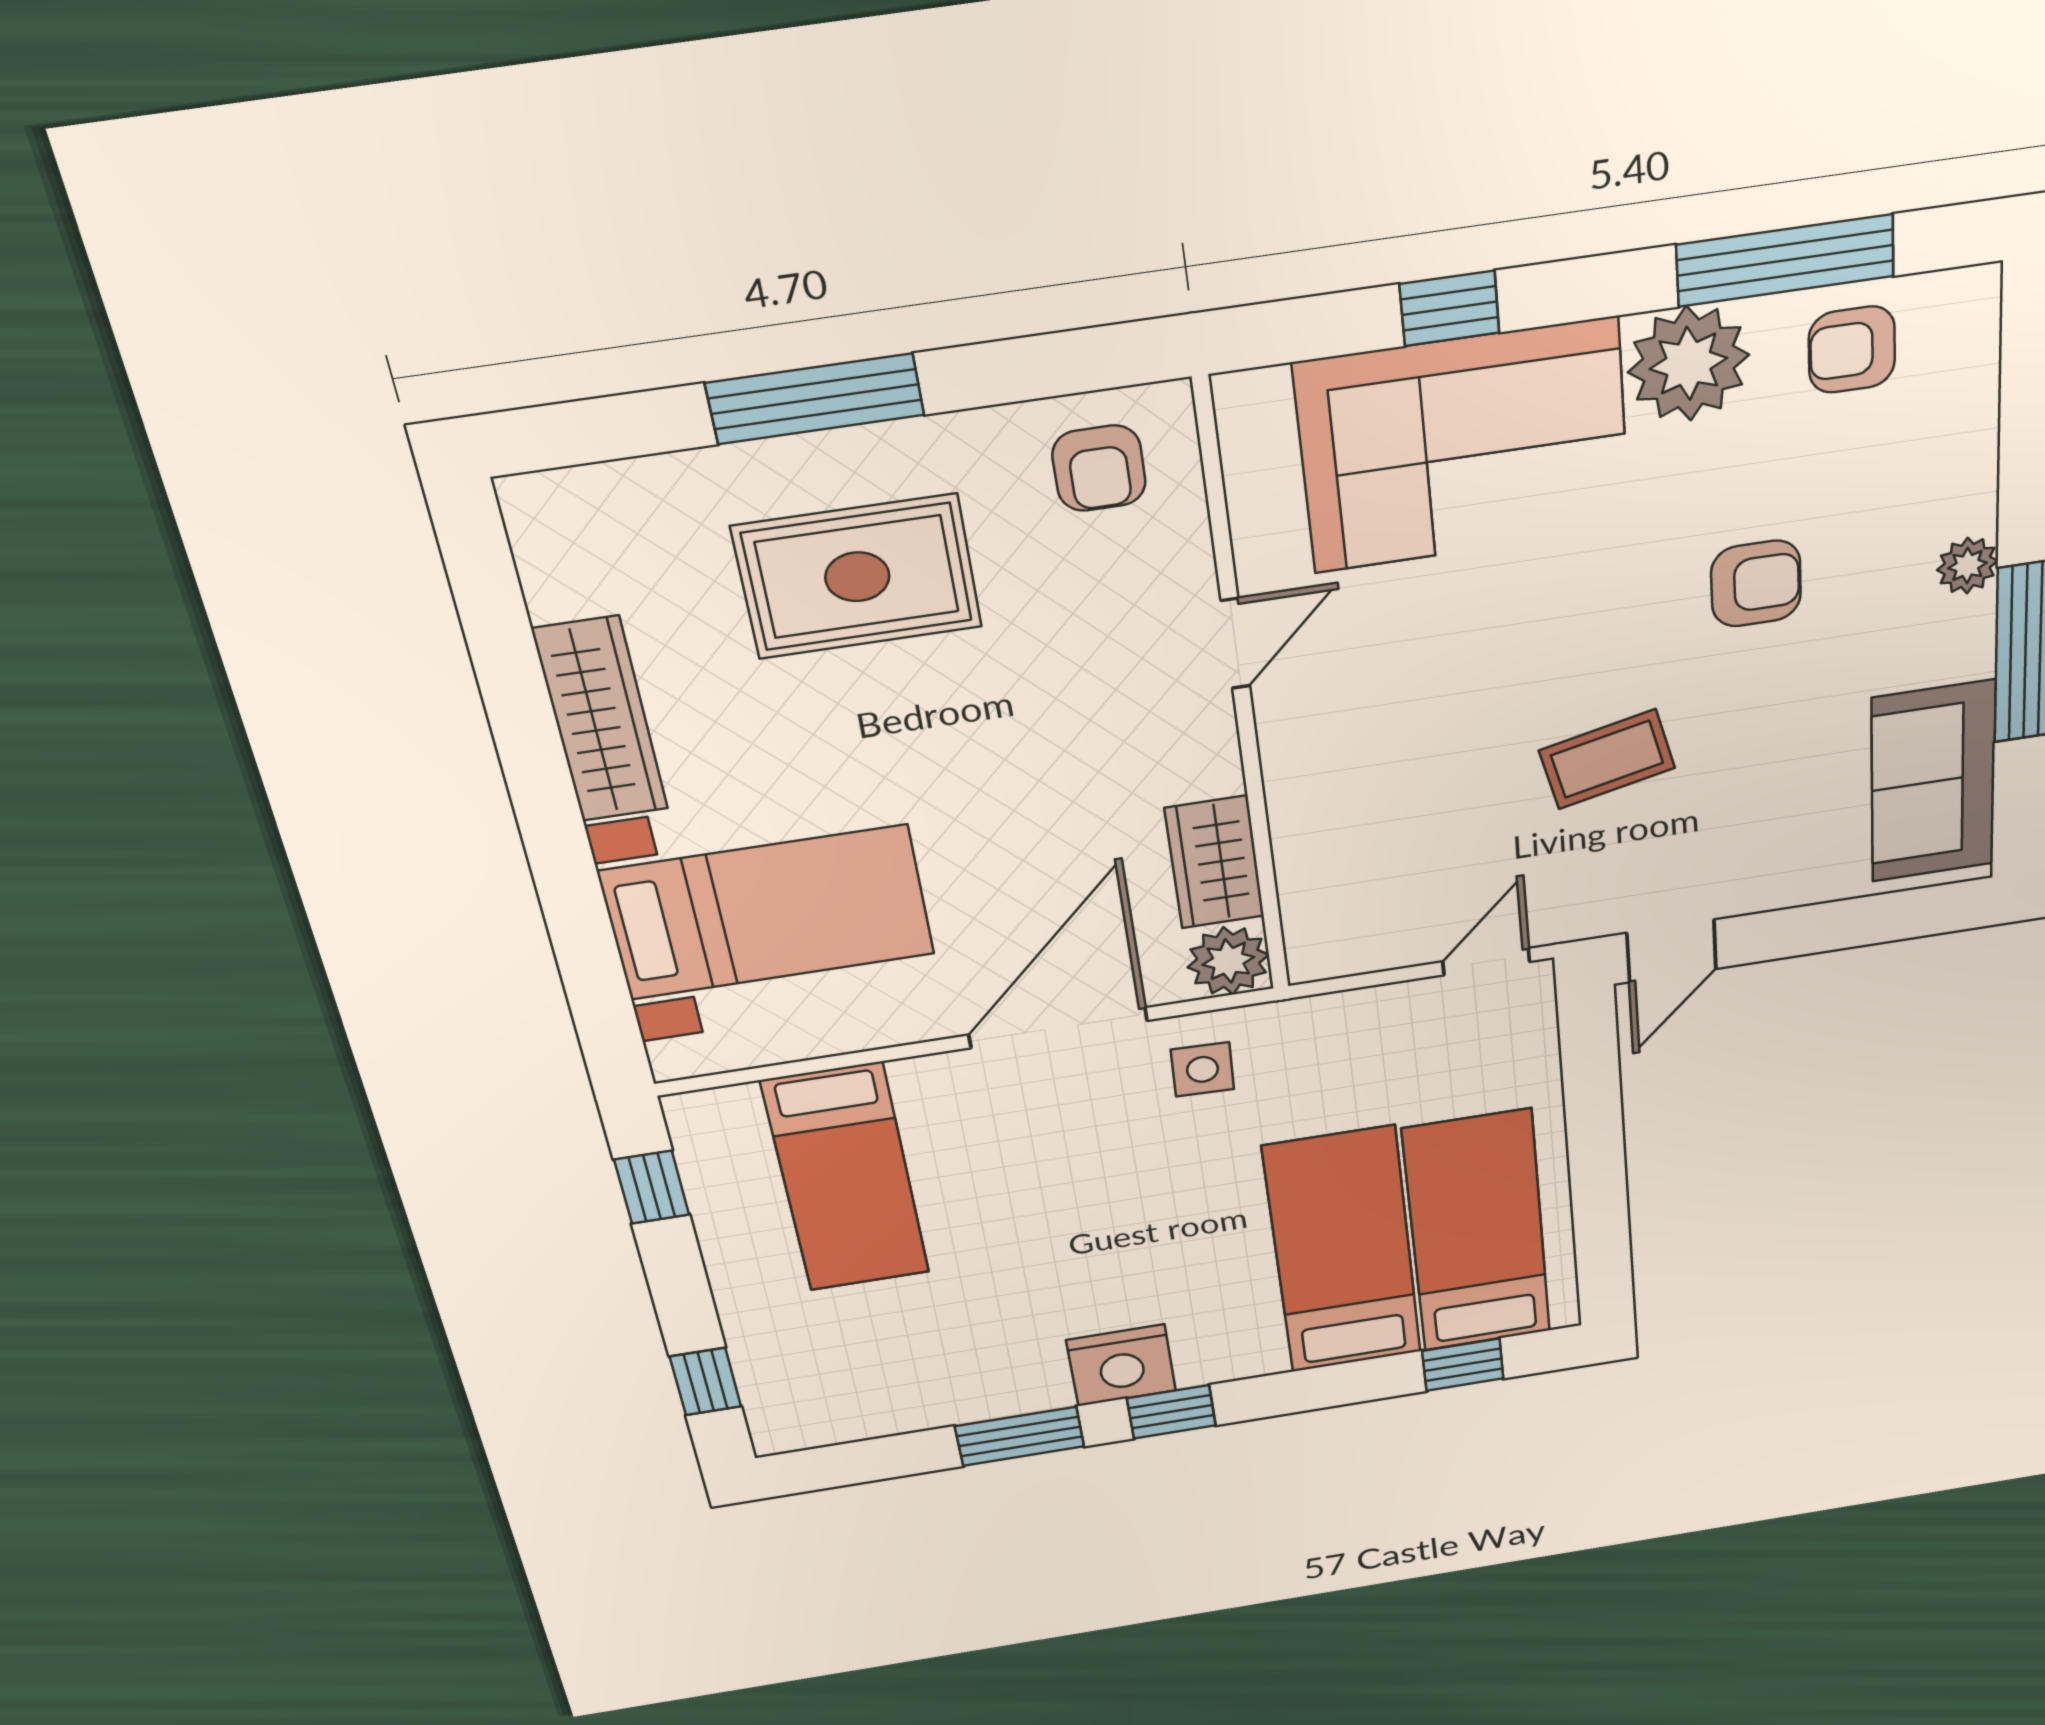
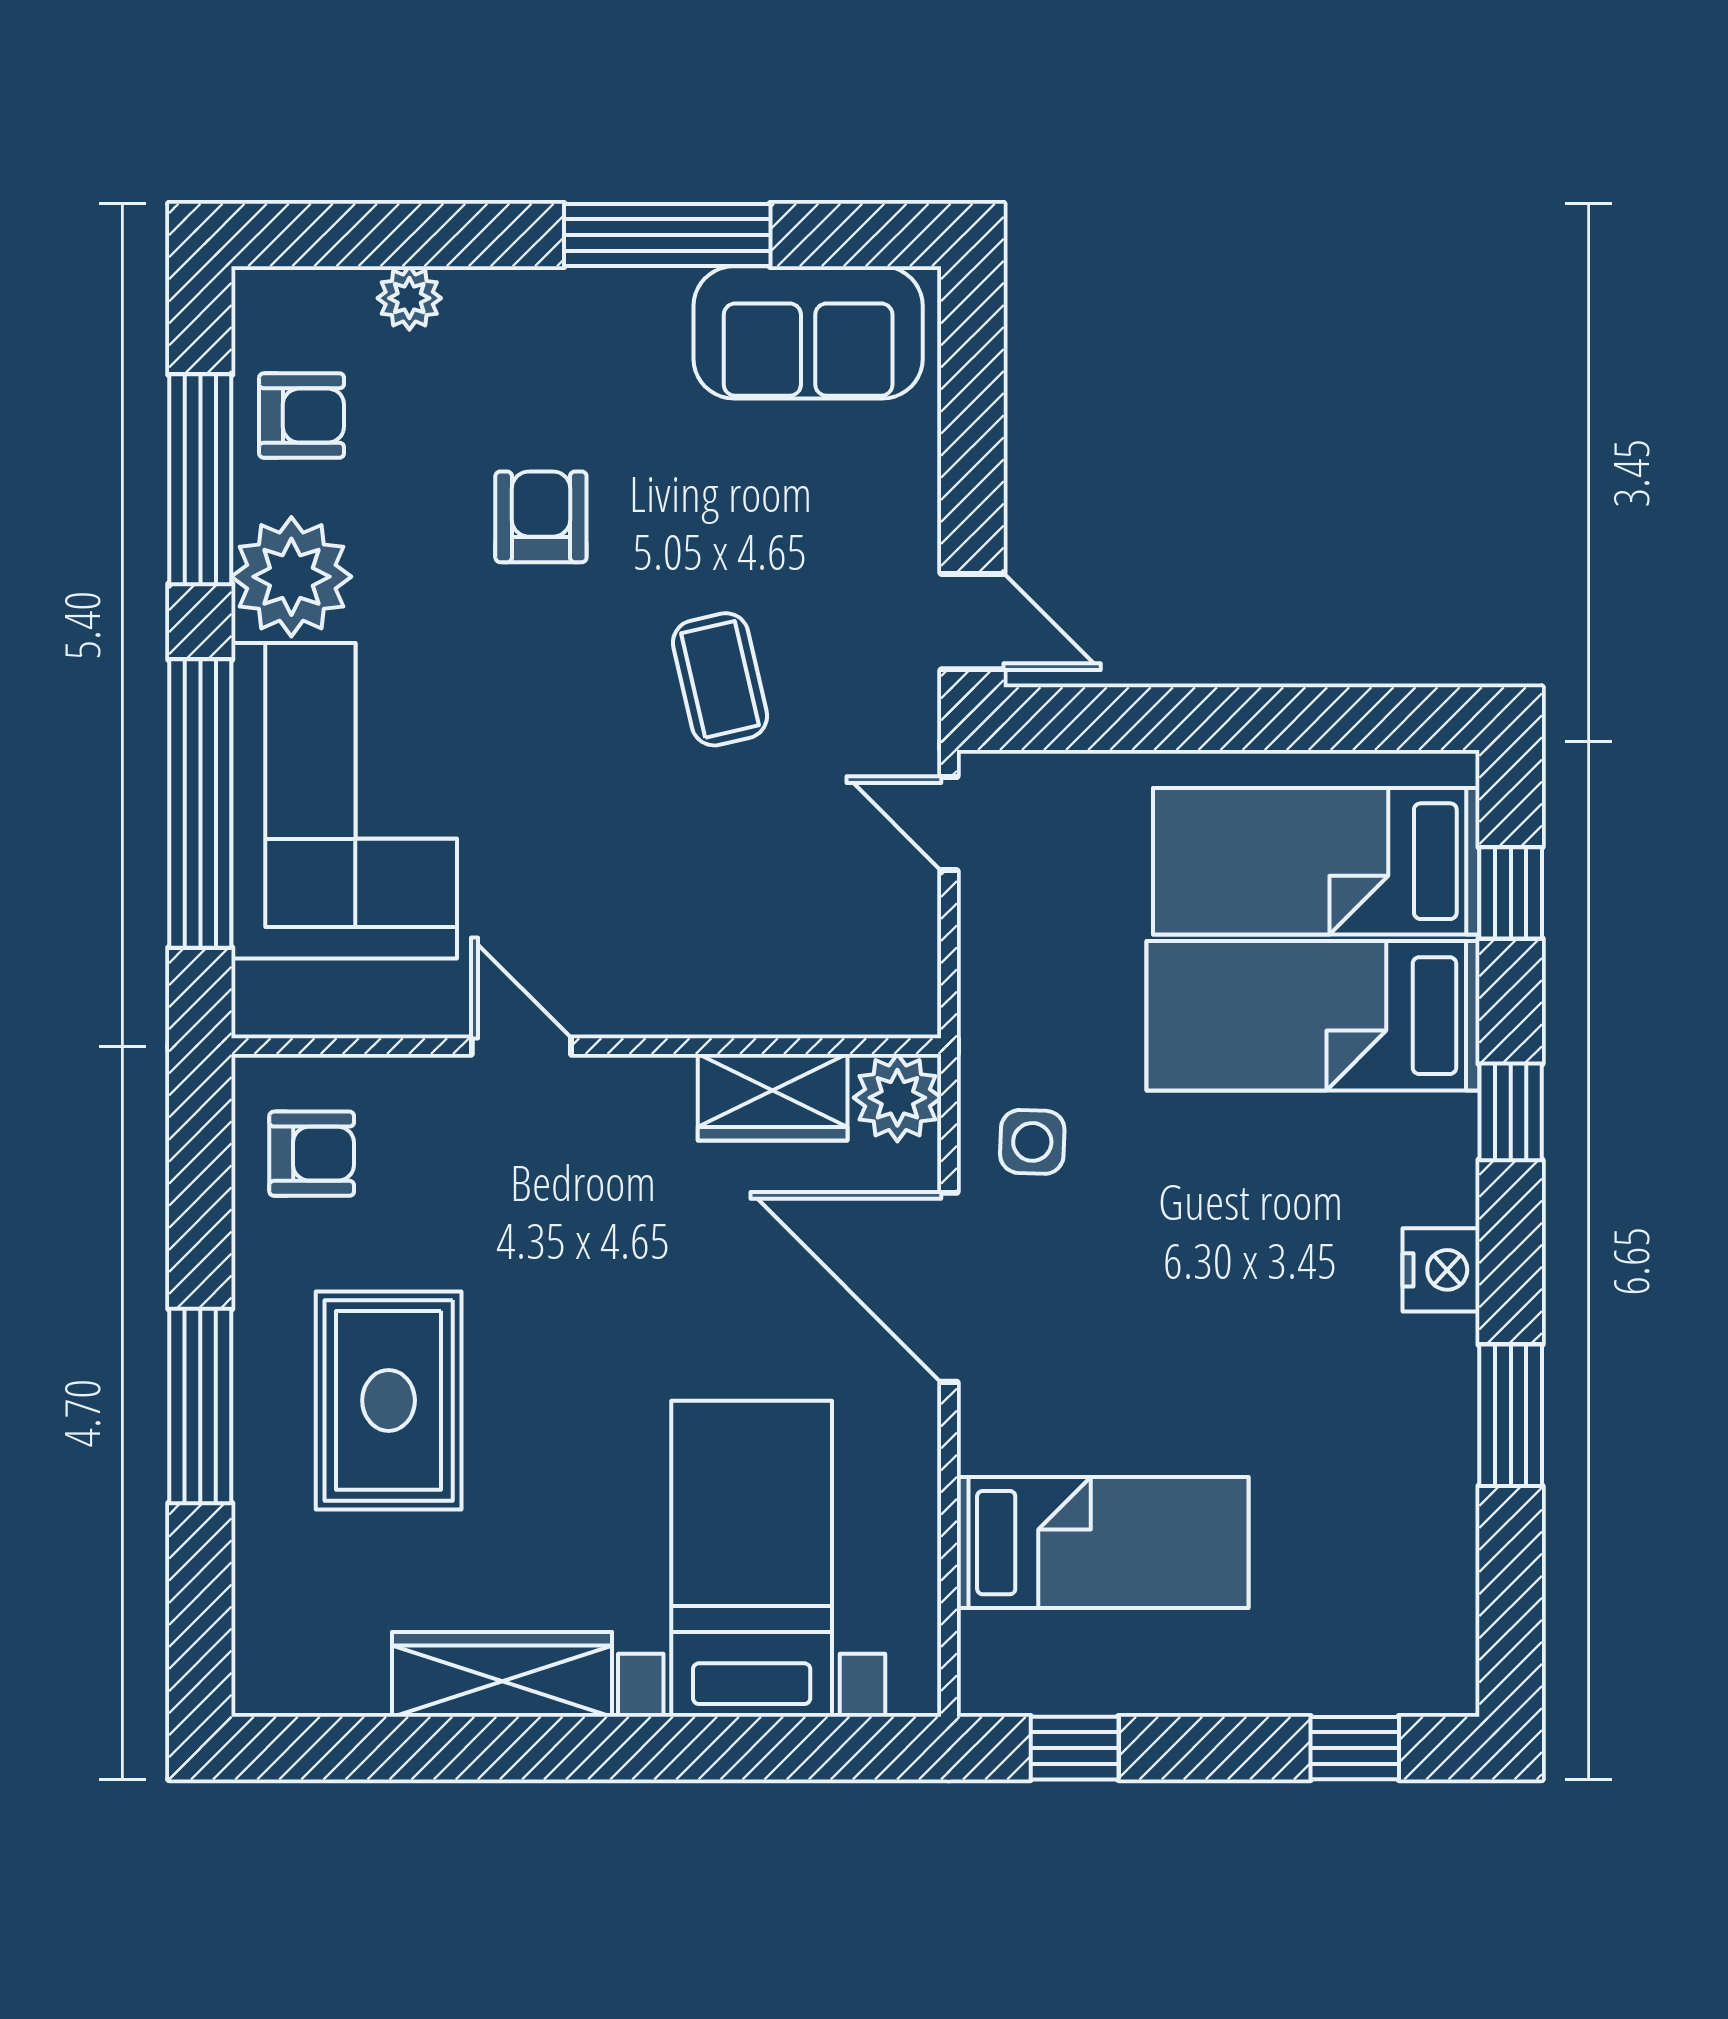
window: (1450, 308) -> (200, 804), width x3.17
armchair: (1852, 350) -> (302, 416), turned -90
plant: (1967, 566) -> (409, 298), moved
nightstand: (1121, 1365) -> (1441, 1270), width x0.74, depth x0.75
window: (1171, 1412) -> (1511, 1112), moved

